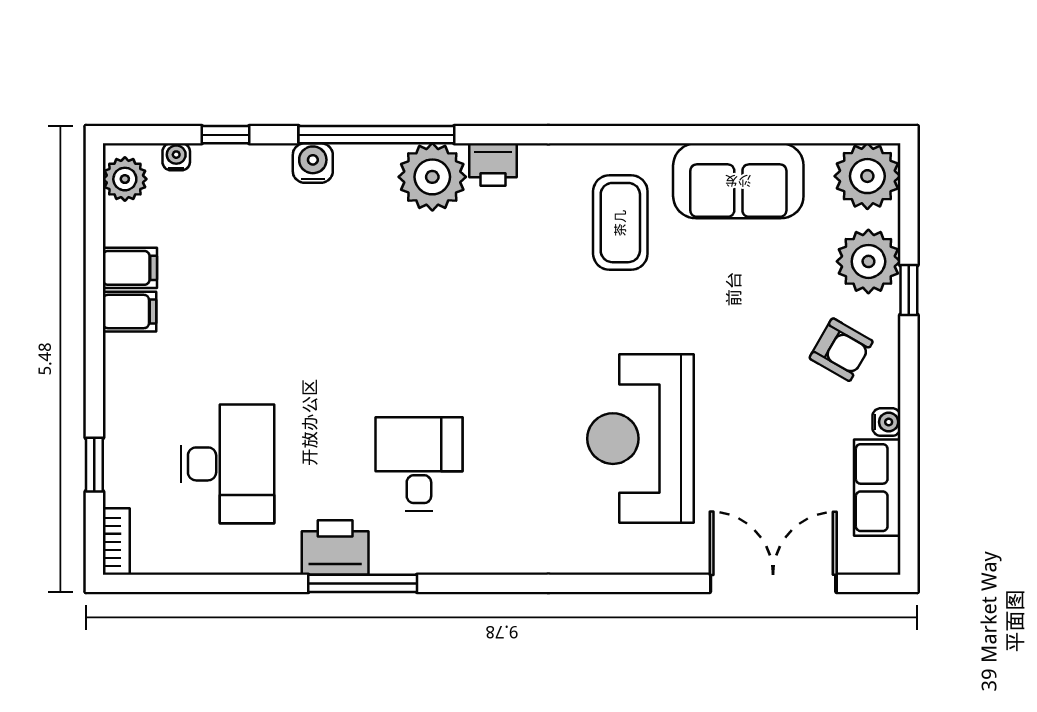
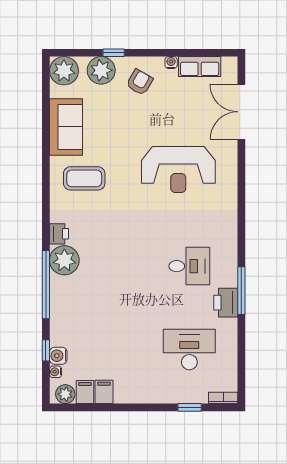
water cooler: (313, 163) -> (58, 356), moved
filing cabinet: (130, 312) -> (85, 392), moved
desk: (419, 464) -> (189, 266), turned 180

